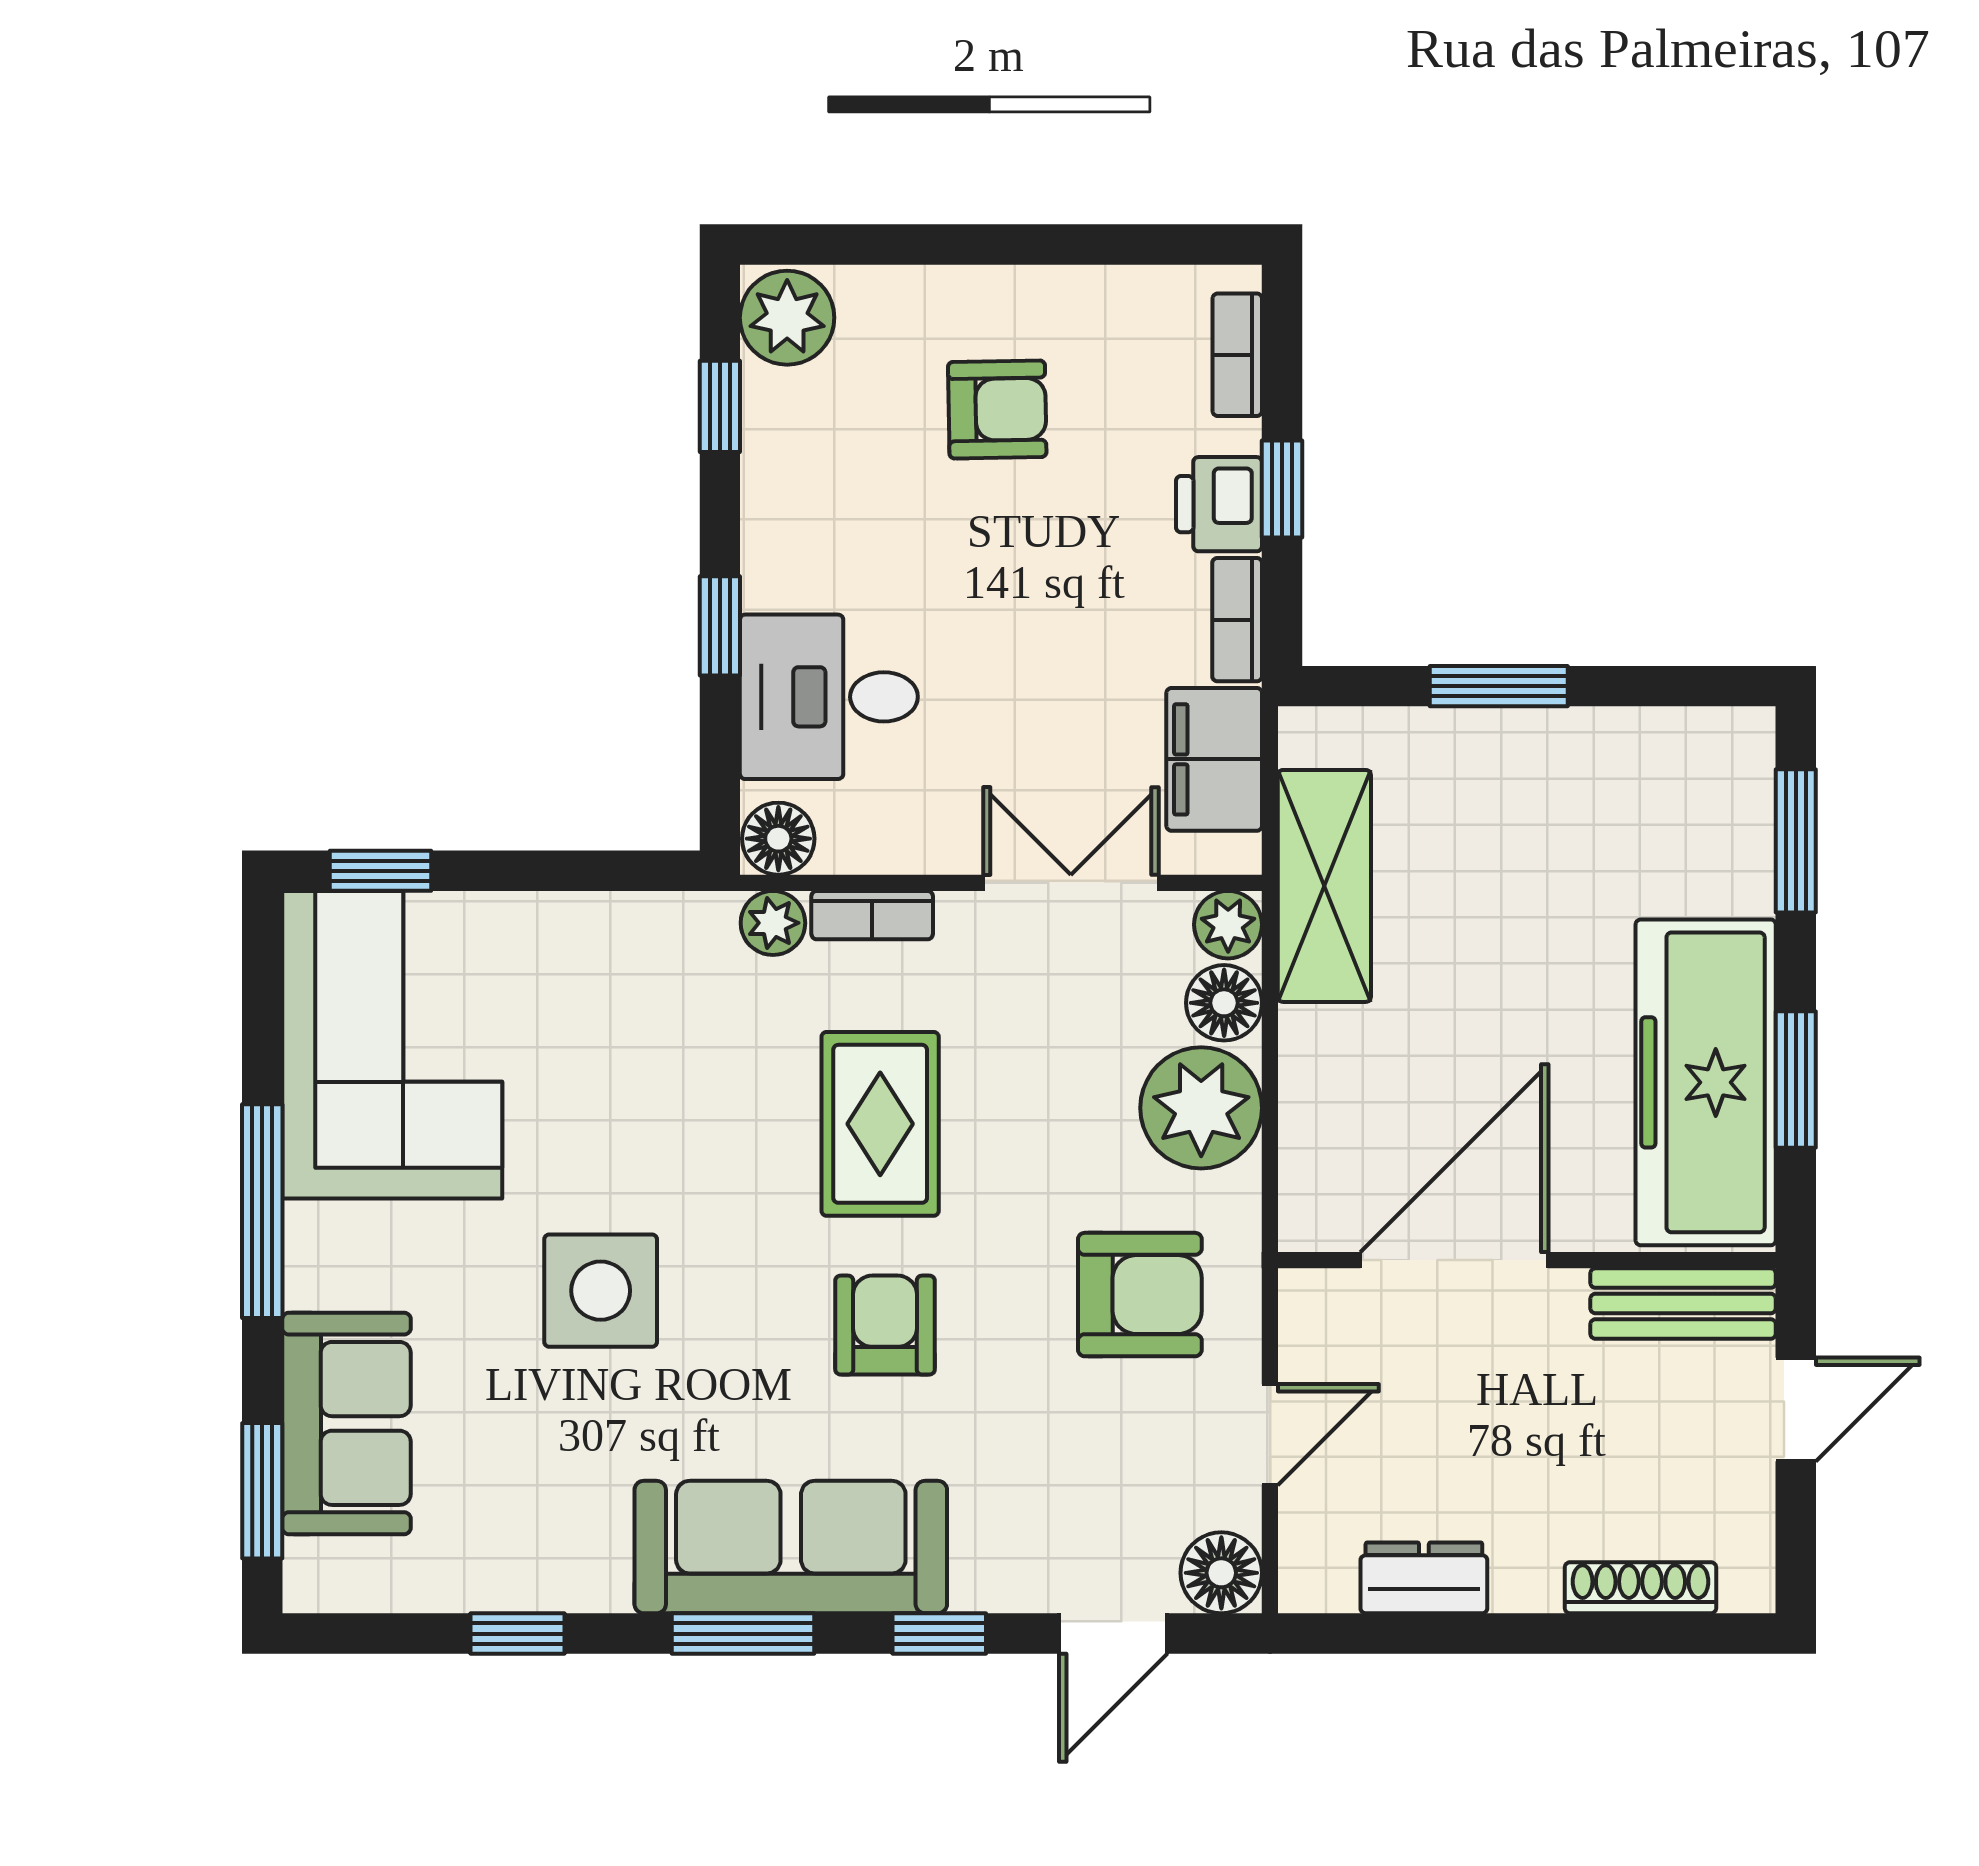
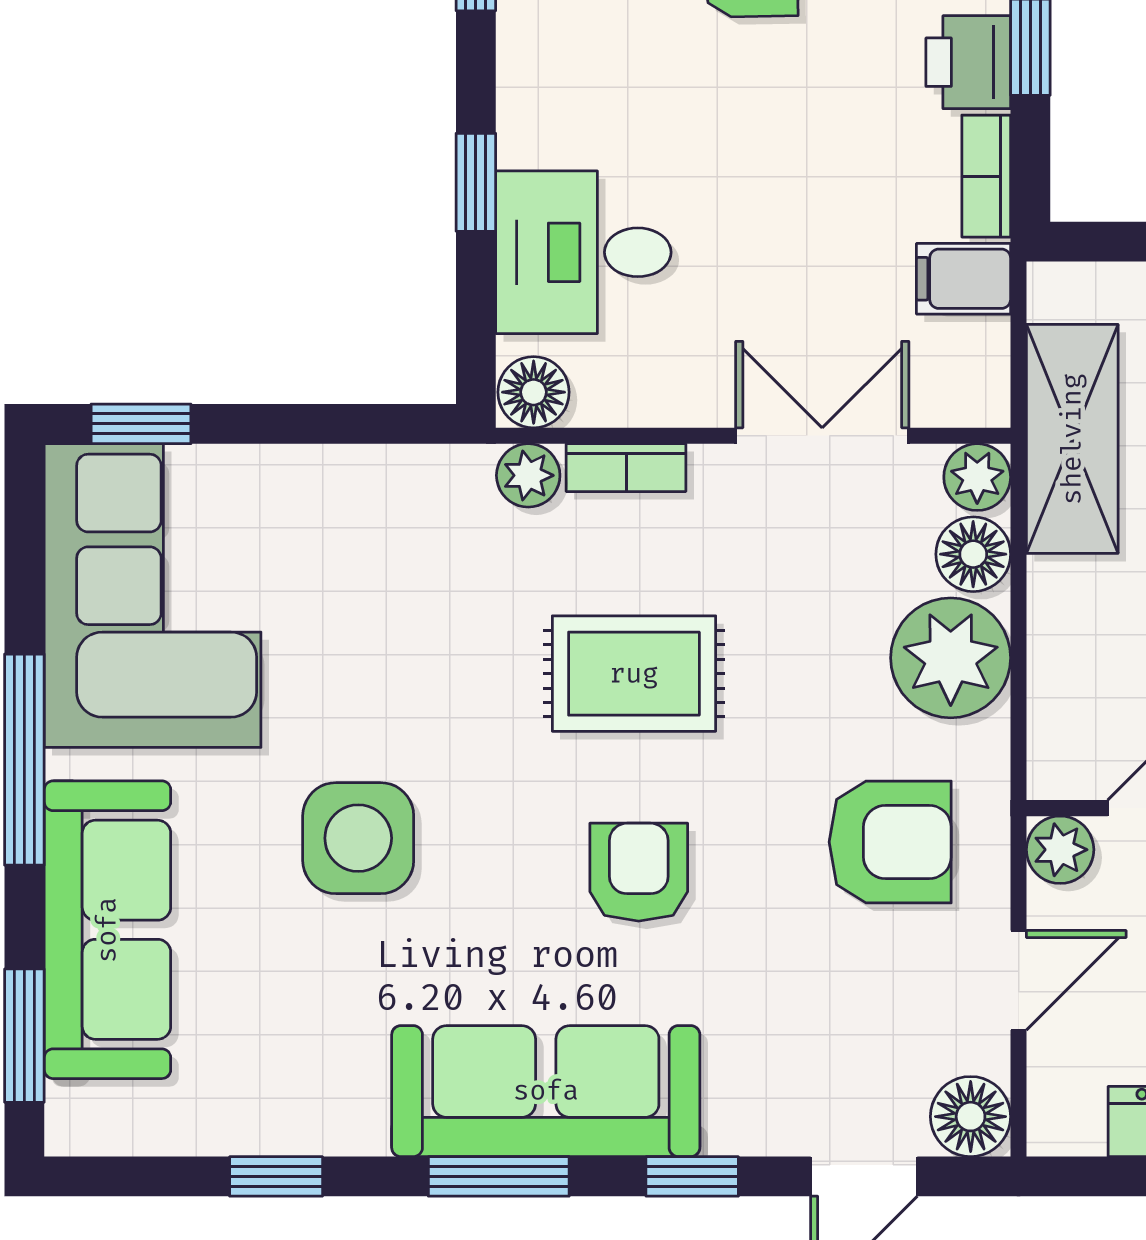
filing cabinet: (1214, 759) -> (964, 279), width x0.50
rug: (880, 1124) -> (634, 674), turned 90
plant: (1312, 1302) -> (1060, 850), added
sofa: (346, 1423) -> (107, 930), width x1.36

